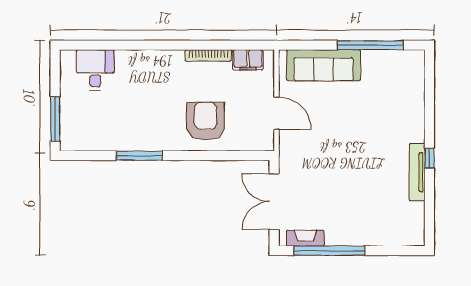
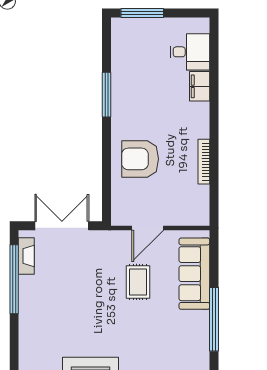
filing cabinet: (248, 60) -> (200, 86), moved
armchair: (205, 121) -> (140, 159), turned 180
rug: (332, 123) -> (138, 282), added

